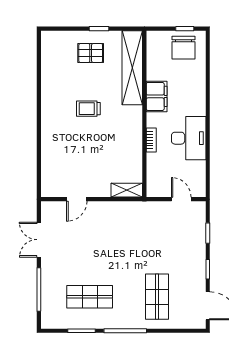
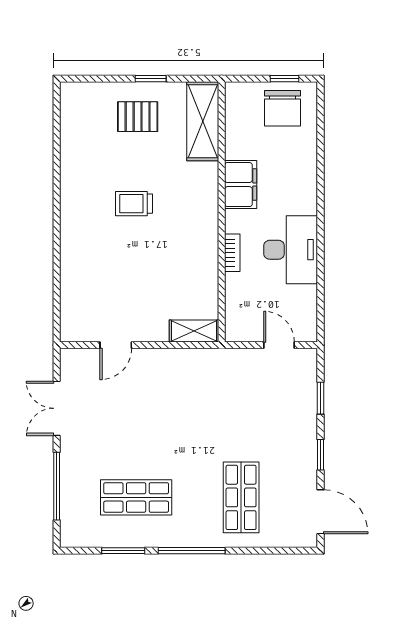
shelving: (132, 68) -> (203, 121), width x0.68

